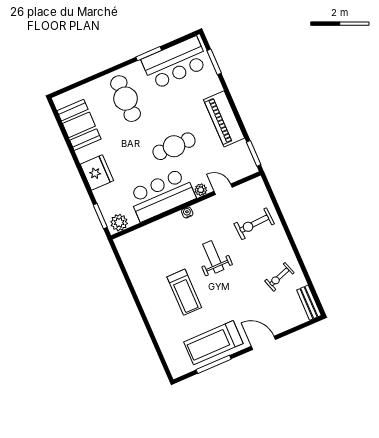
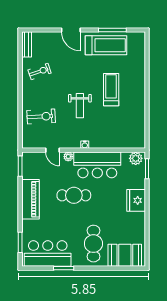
booth: (79, 125) -> (125, 255), moved, turned 90

